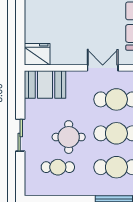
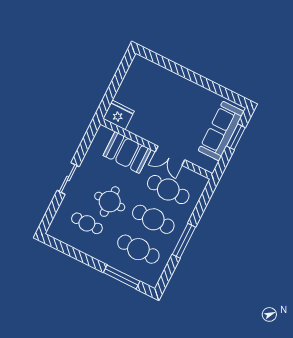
double door: (103, 68) -> (170, 156), swing flipped
booth: (45, 84) -> (127, 152), moved

